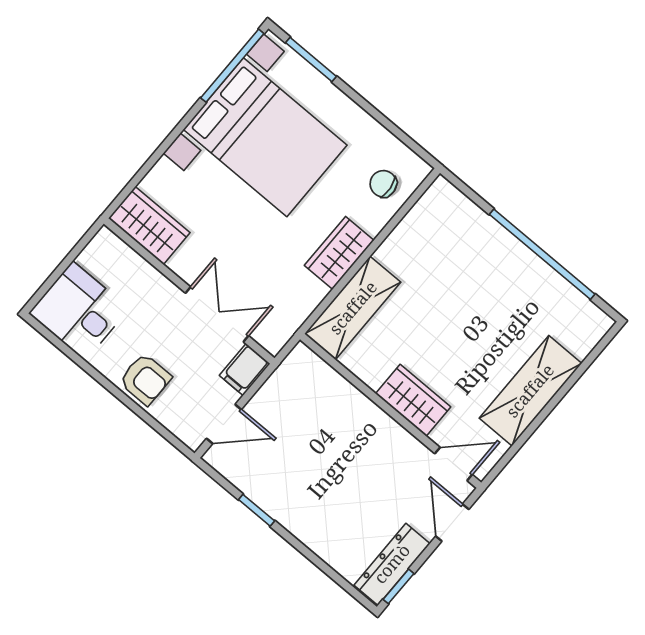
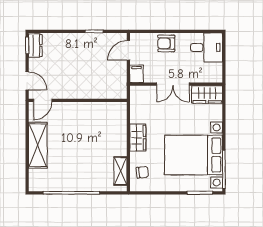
shelving: (353, 308) -> (120, 171), moved, width x0.67, depth x0.75
double door: (217, 314) -> (173, 84), moved
wardrobe: (413, 400) -> (73, 110), removed
dresser: (392, 564) -> (35, 46), width x0.70

